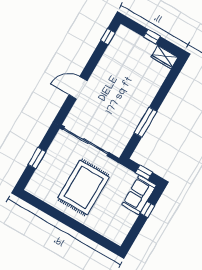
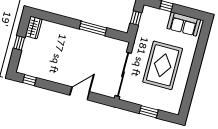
door: (78, 88) -> (80, 93), swing flipped
rug: (84, 187) -> (163, 65), turned 90
sofa: (139, 195) -> (184, 24), moved

